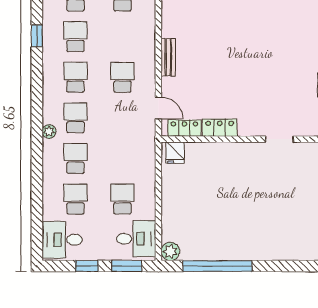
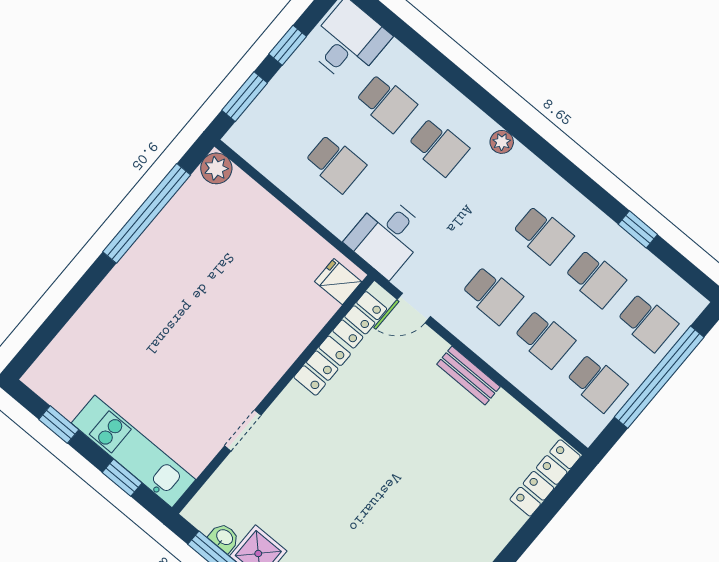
school desk: (75, 118) -> (545, 339), moved
desk: (136, 239) -> (387, 237), moved

